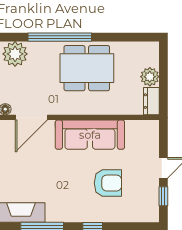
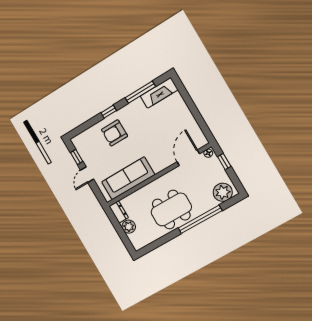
sofa: (90, 135) -> (128, 178), moved
armchair: (108, 183) -> (115, 133), moved

